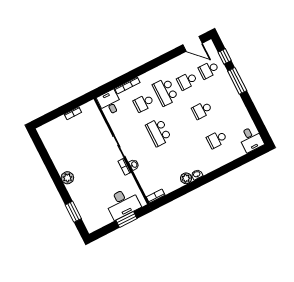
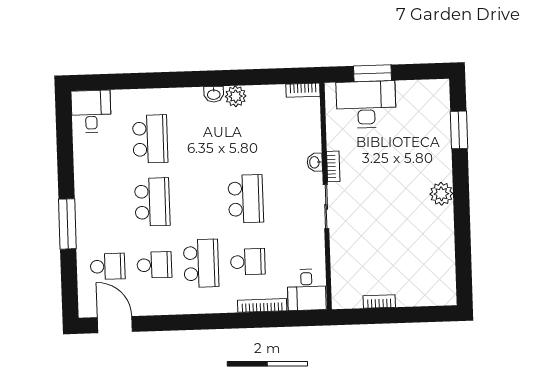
window: (225, 56) -> (69, 277), removed
school desk: (202, 110) -> (152, 202), width x1.85
school desk: (217, 139) -> (150, 139), width x1.85

